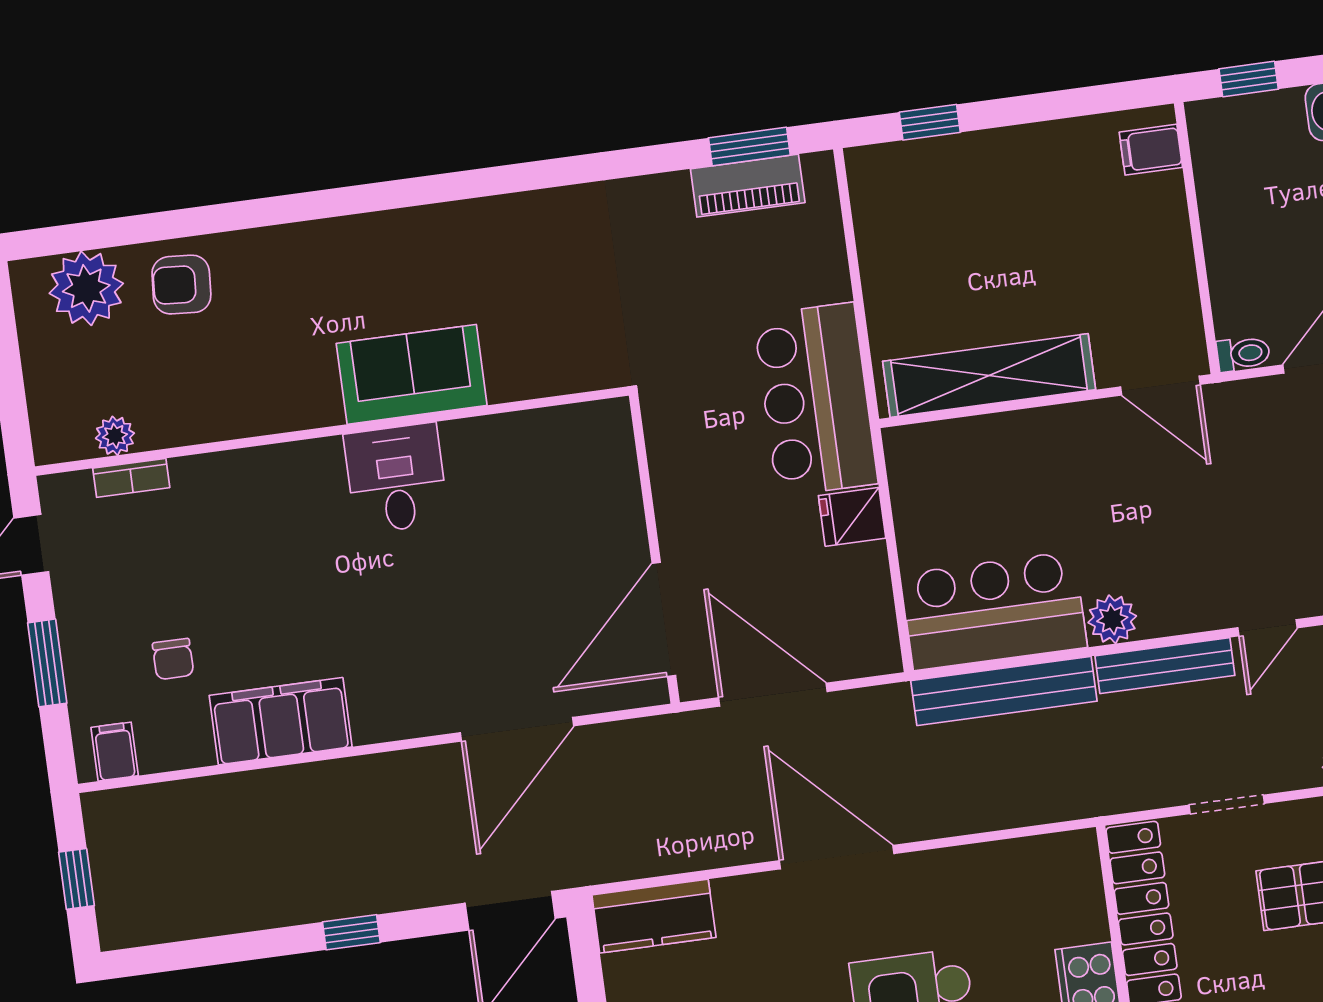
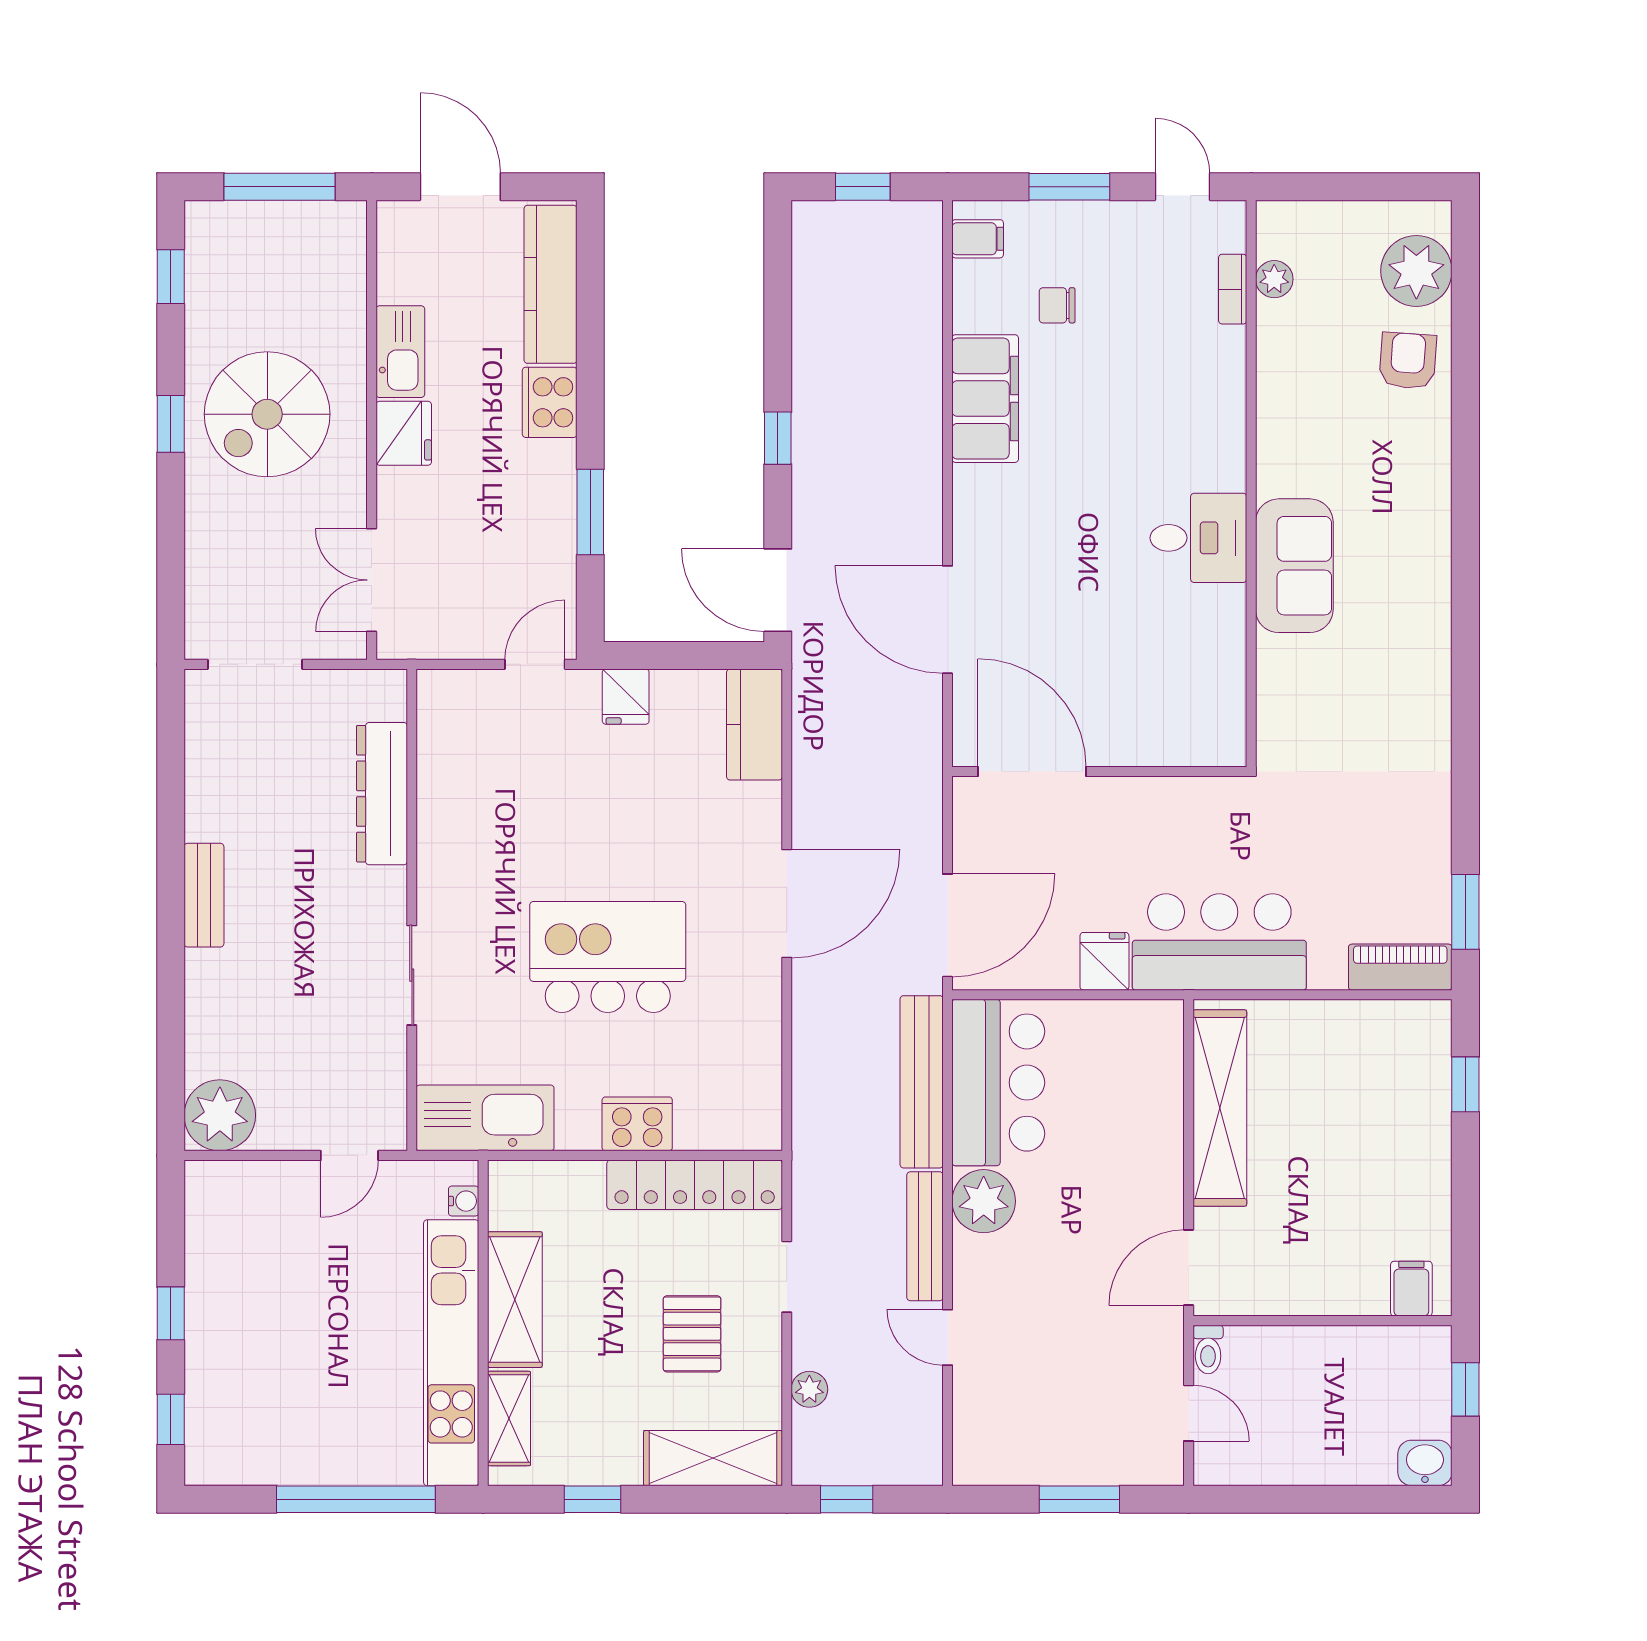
piano: (748, 186) -> (1400, 967), moved, turned 90
plant: (1112, 619) -> (984, 1201), width x1.36, depth x1.36
door: (773, 695) -> (947, 925), moved

